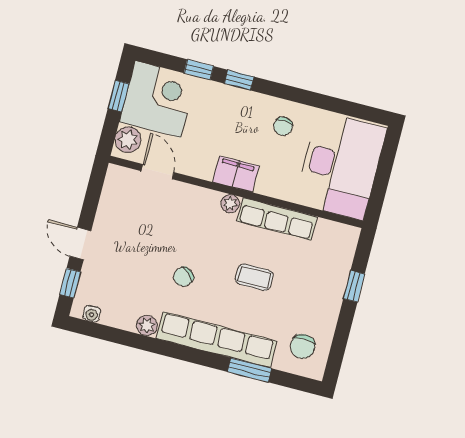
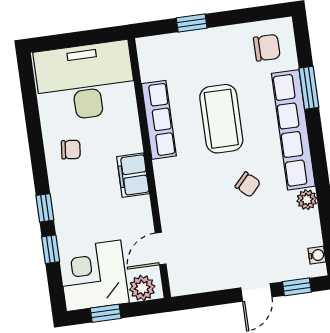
plant: (230, 204) -> (162, 169), removed
coffee table: (254, 277) -> (221, 119), width x1.86, depth x1.72

